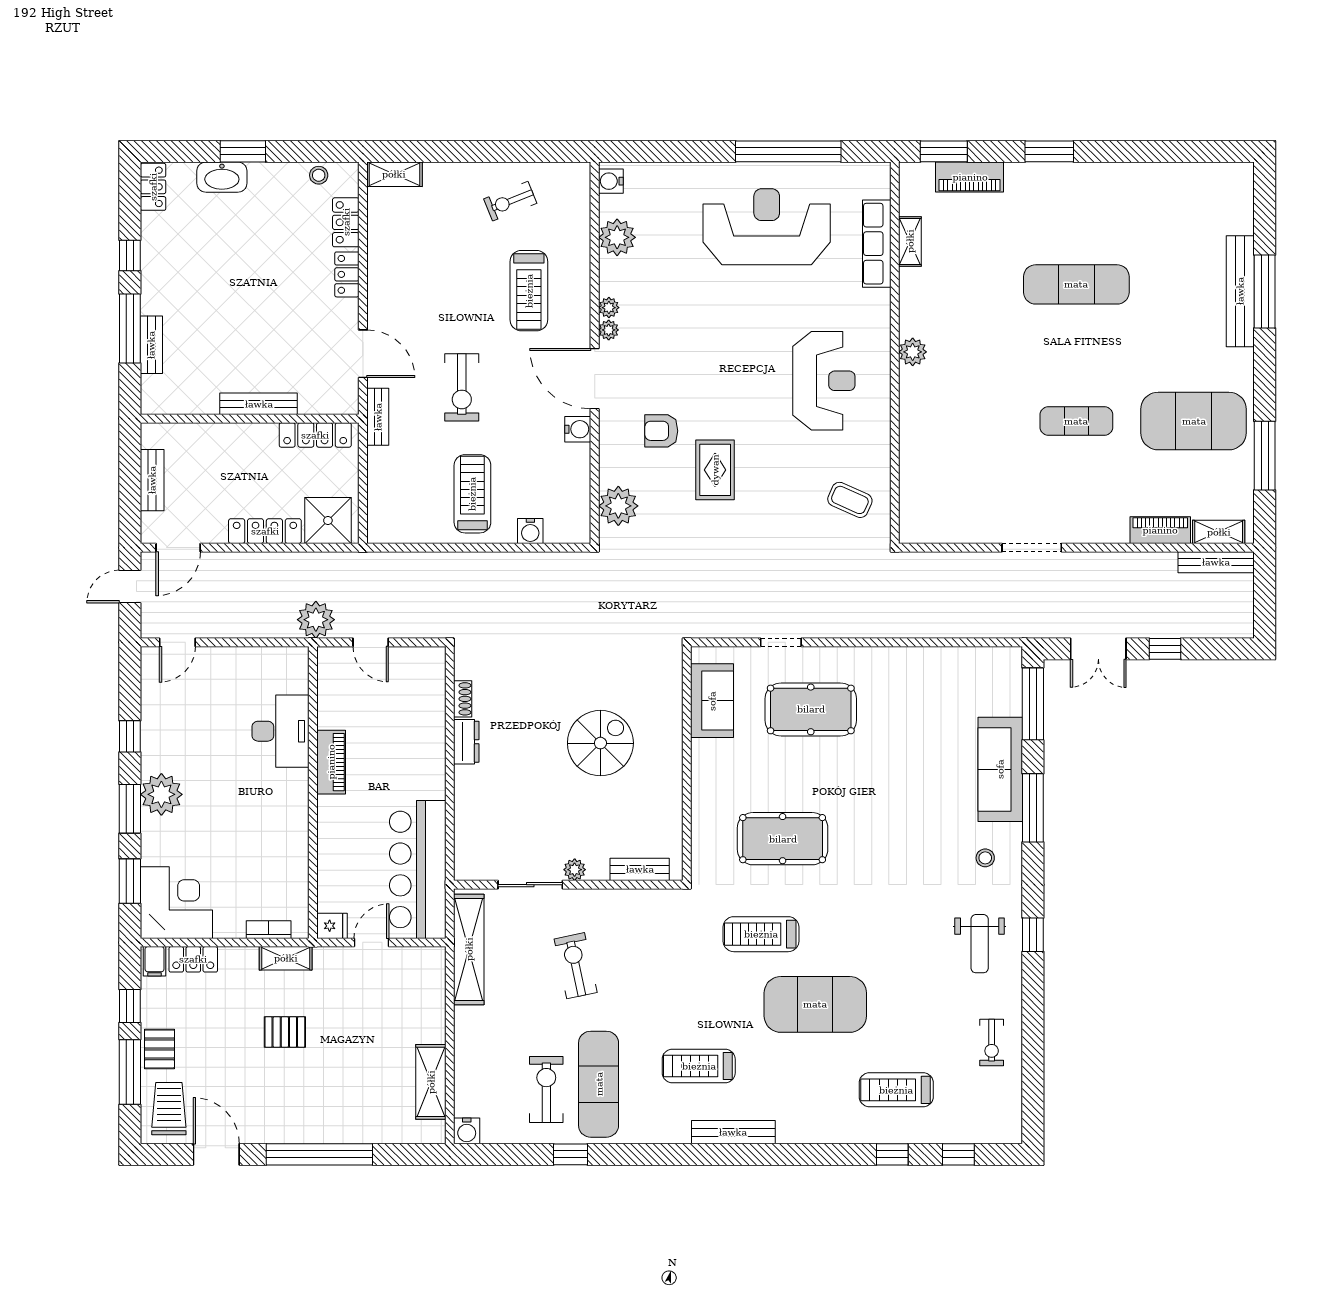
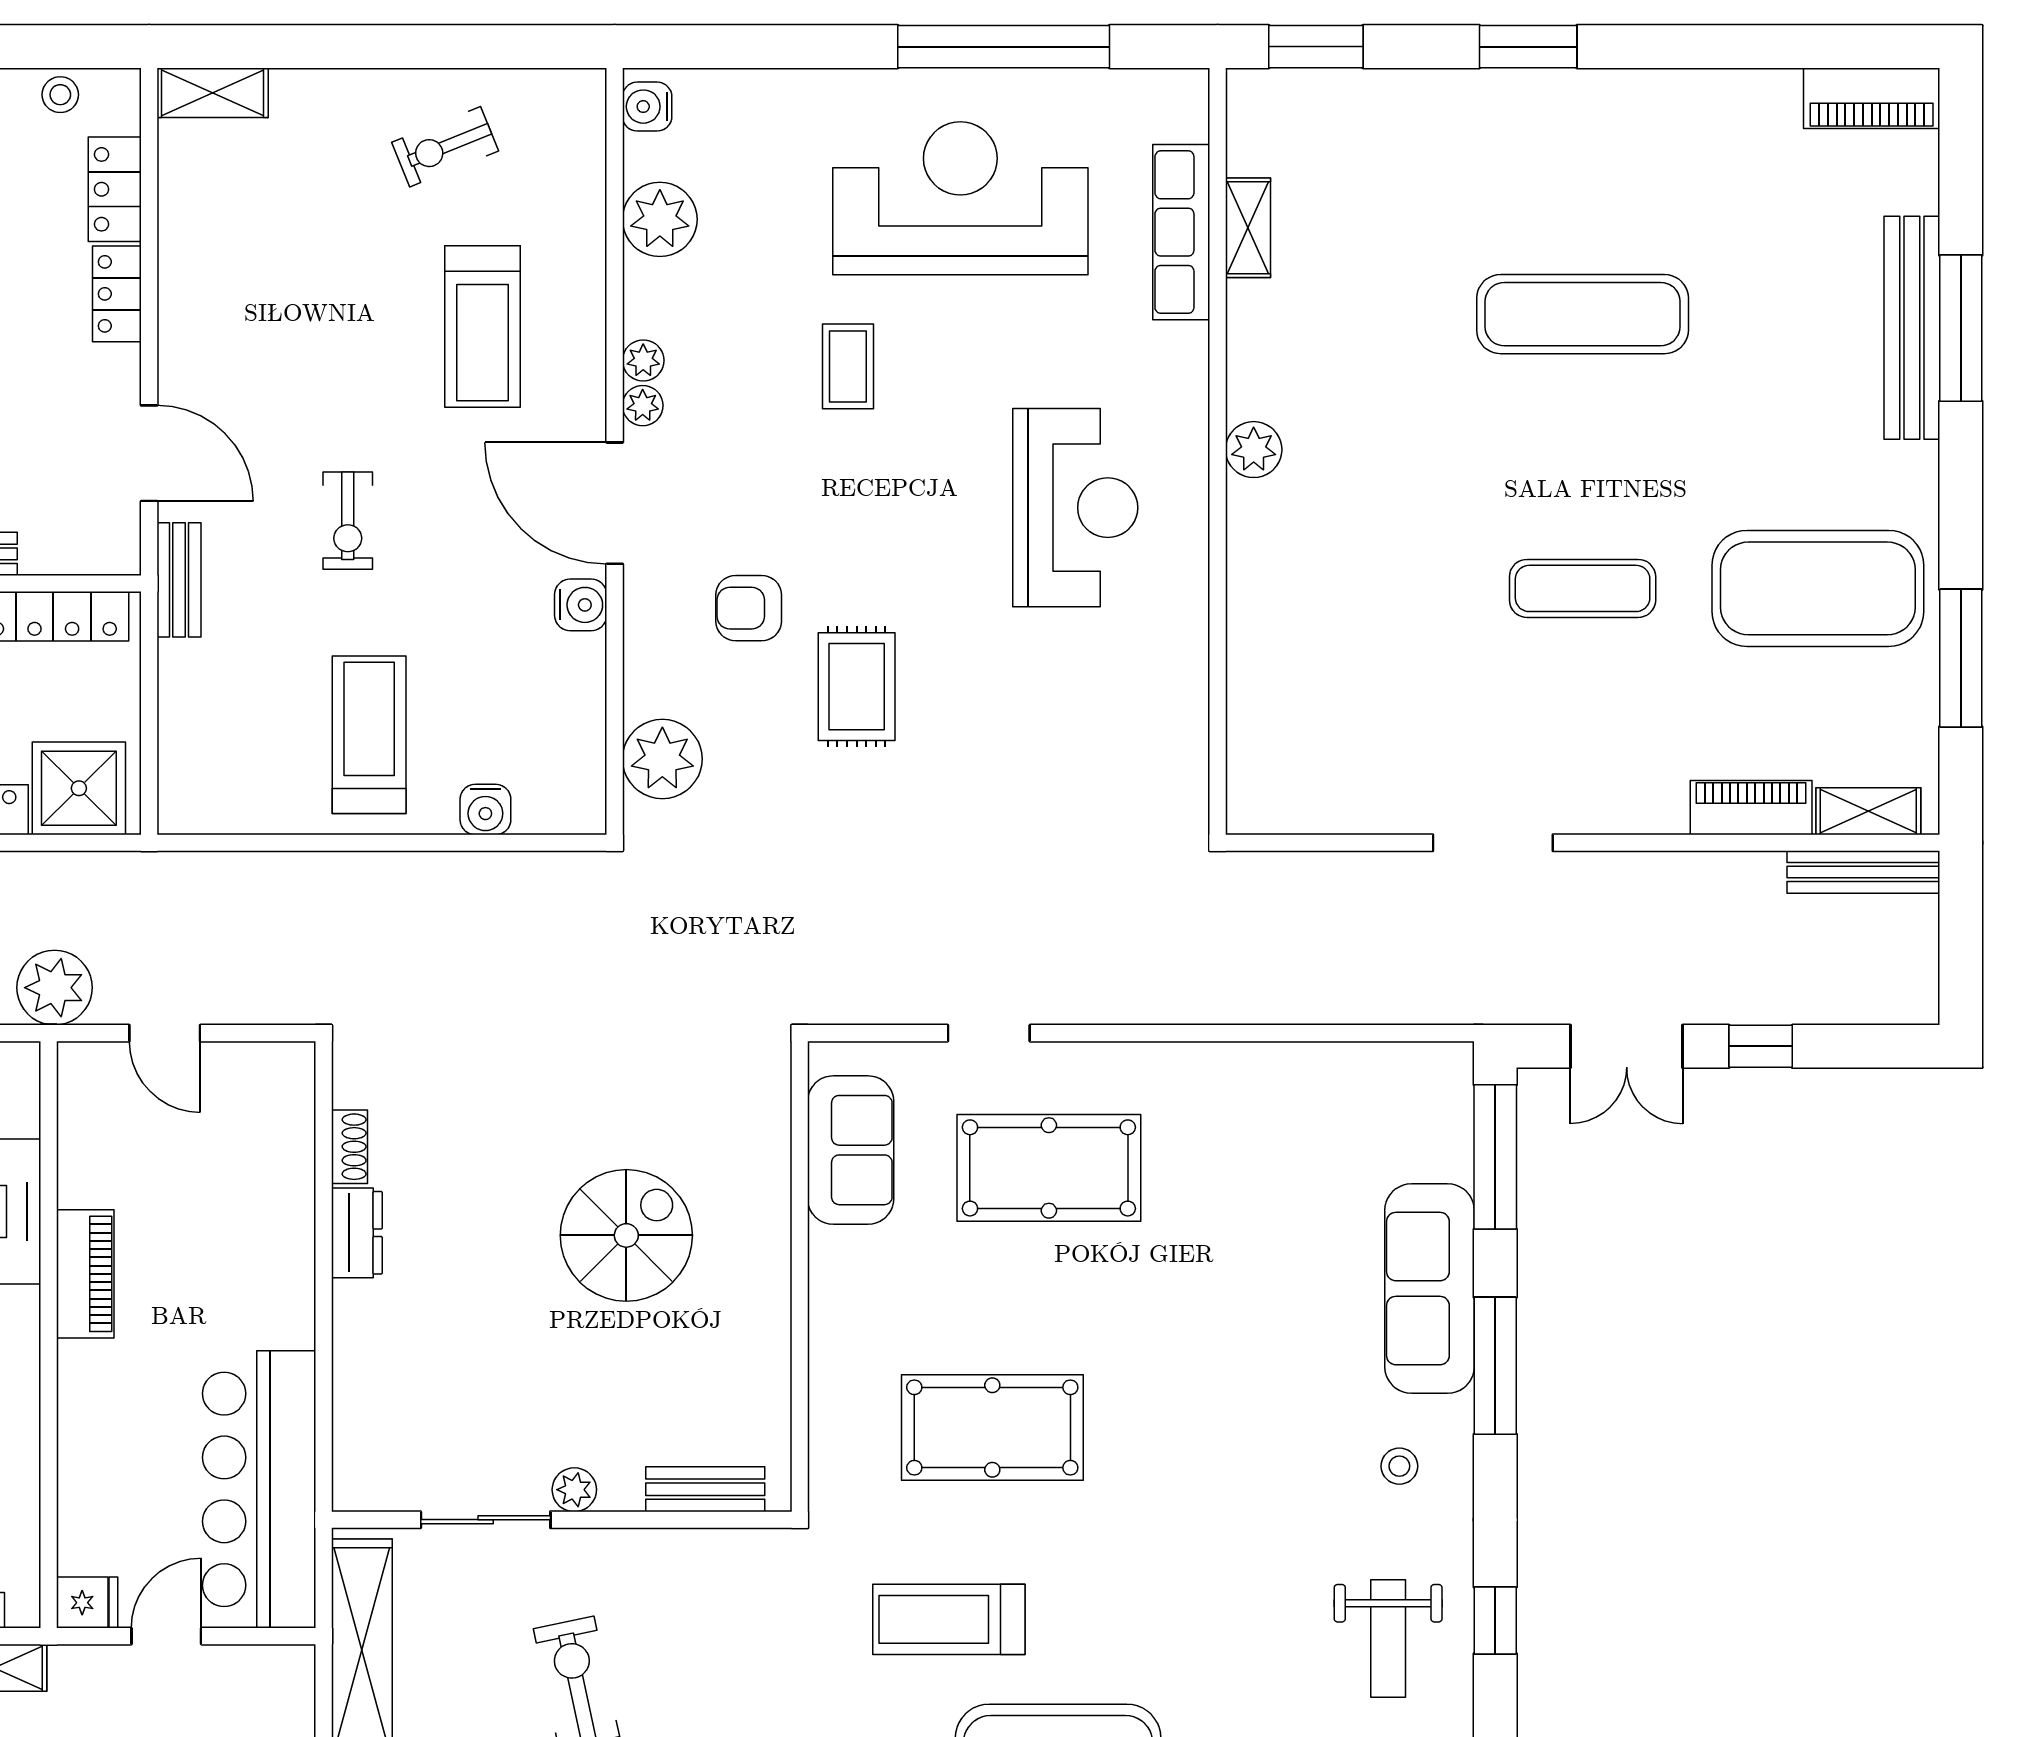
piano: (970, 177) -> (1872, 98), moved
exercise bike: (462, 387) -> (348, 521), width x0.73, depth x0.72
coffee table: (850, 500) -> (848, 366), moved, turned 66

